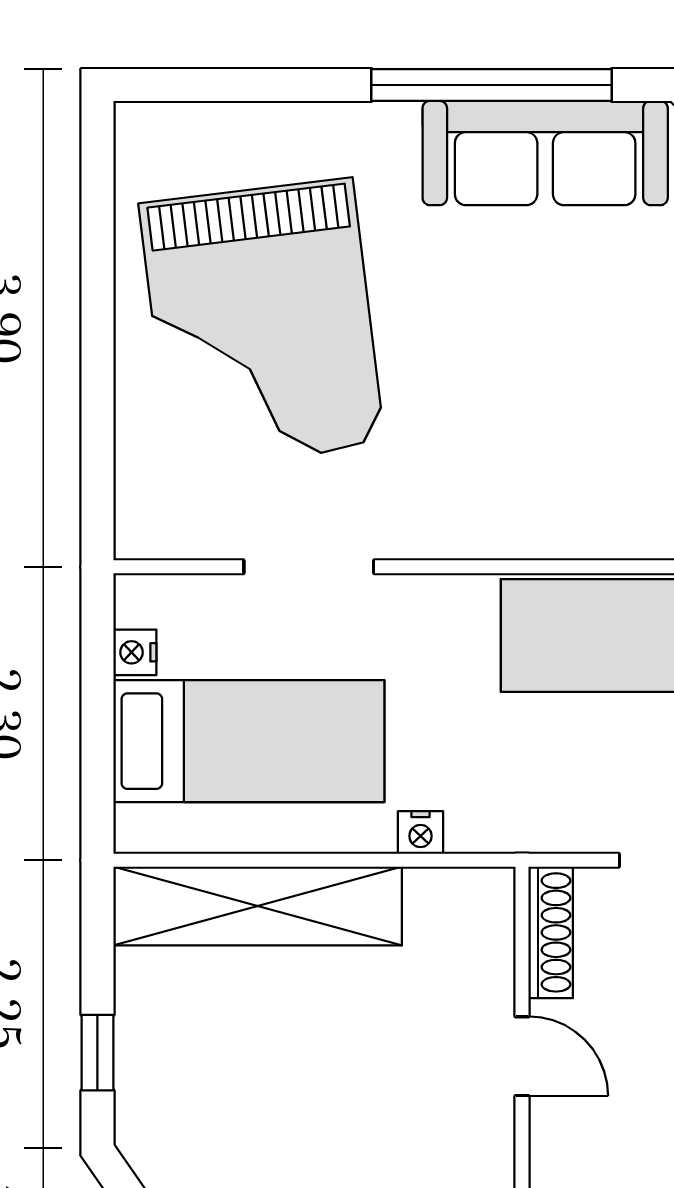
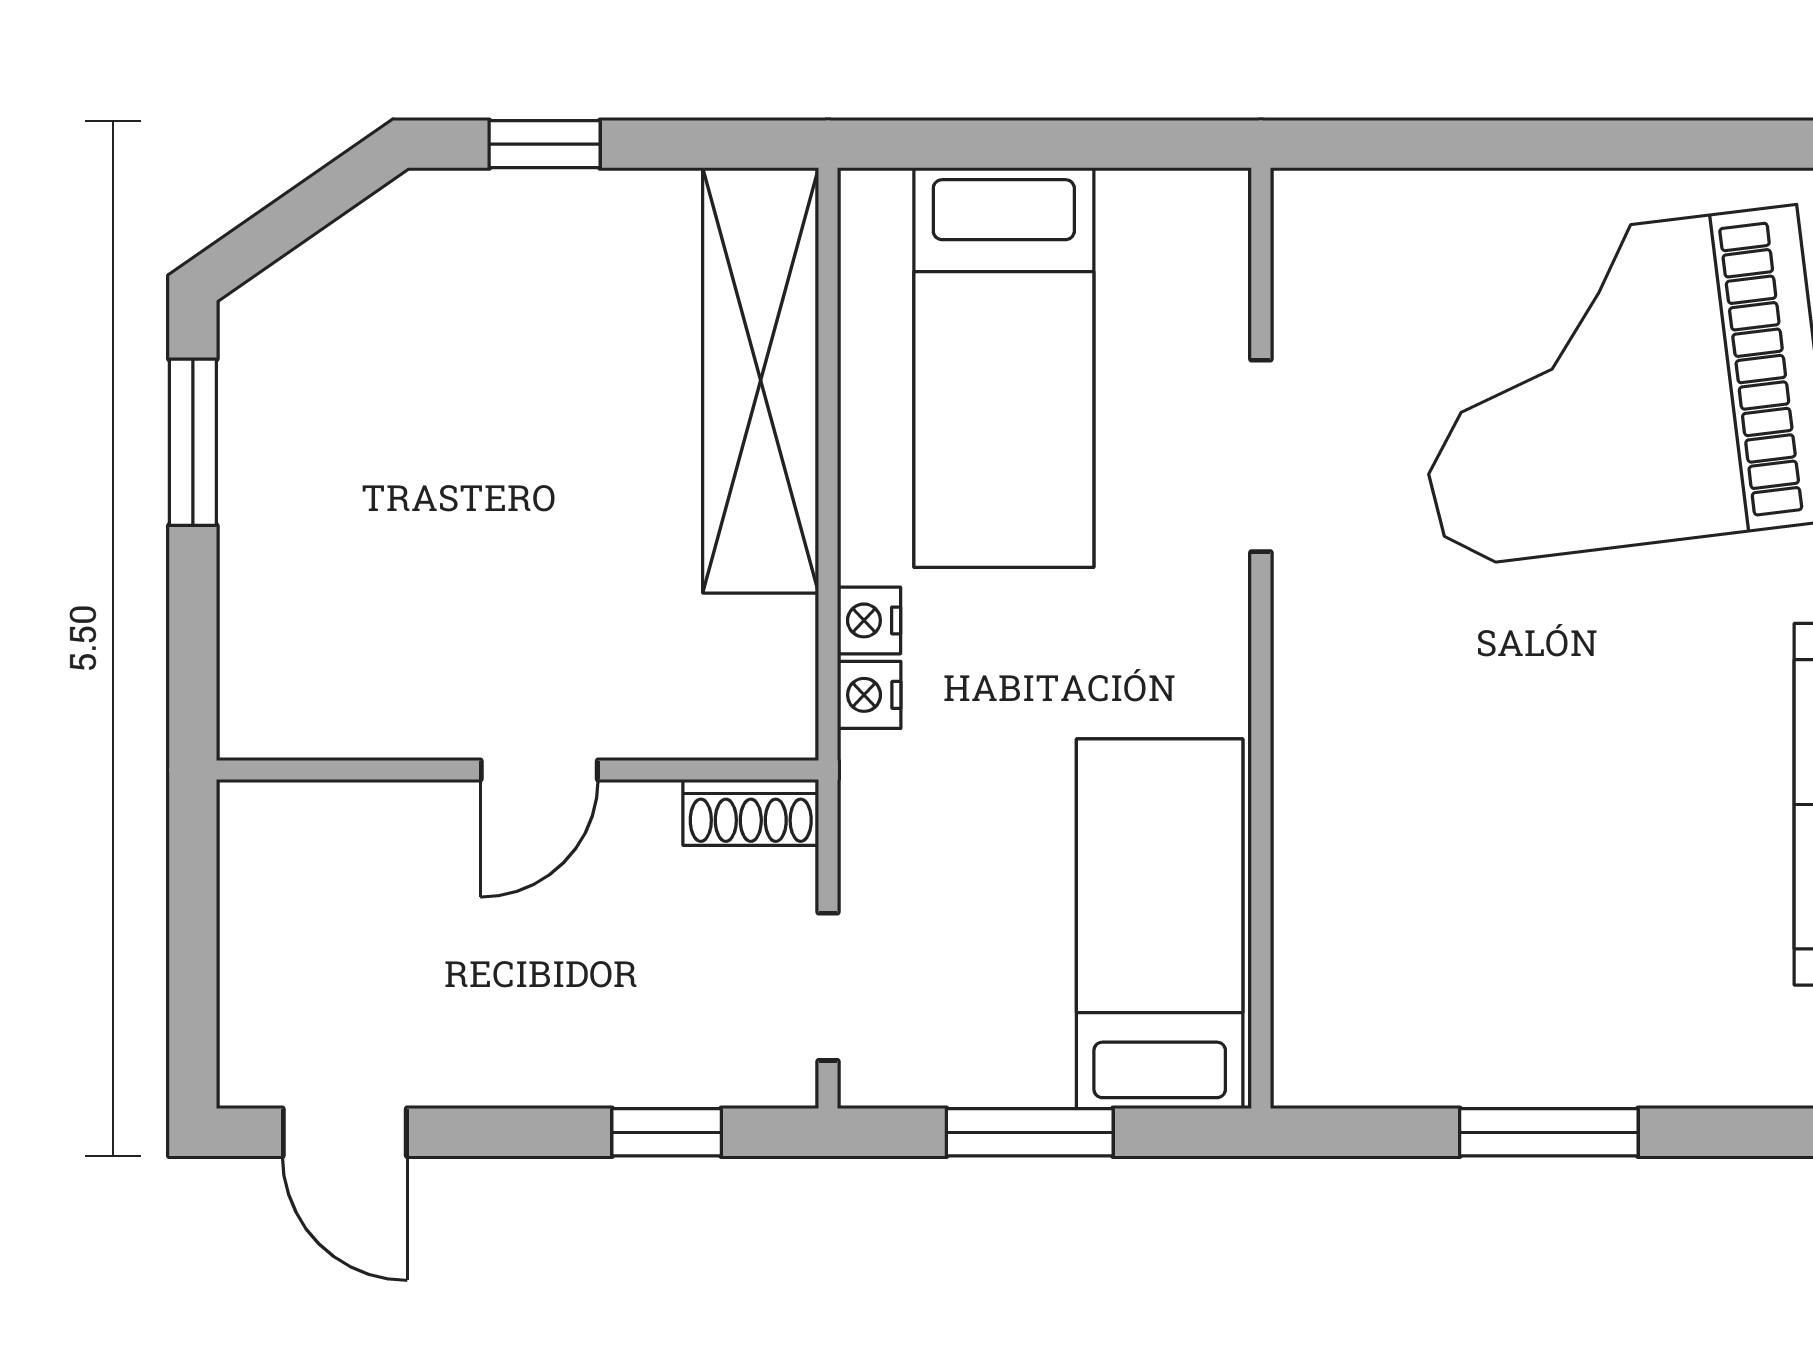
nightstand: (135, 652) -> (869, 695), moved, turned -90
shoe rack: (551, 932) -> (751, 812), width x0.70

